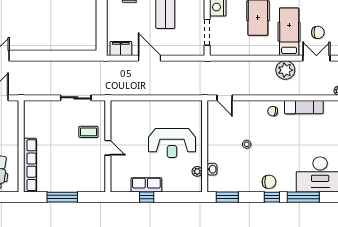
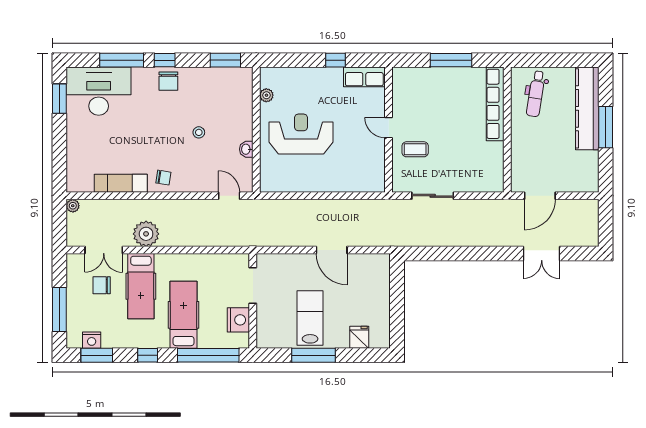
filing cabinet: (121, 48) -> (371, 263), removed
washbasin: (212, 169) -> (246, 149), moved
chair: (269, 182) -> (168, 81), turned -90
row of seats: (146, 185) -> (364, 77), moved

